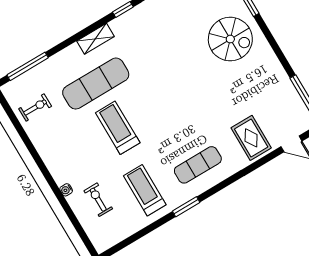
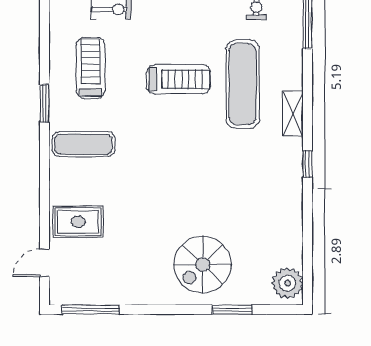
exercise mat: (198, 165) -> (83, 144), turned 90
treadmill: (145, 190) -> (90, 68), turned -90

